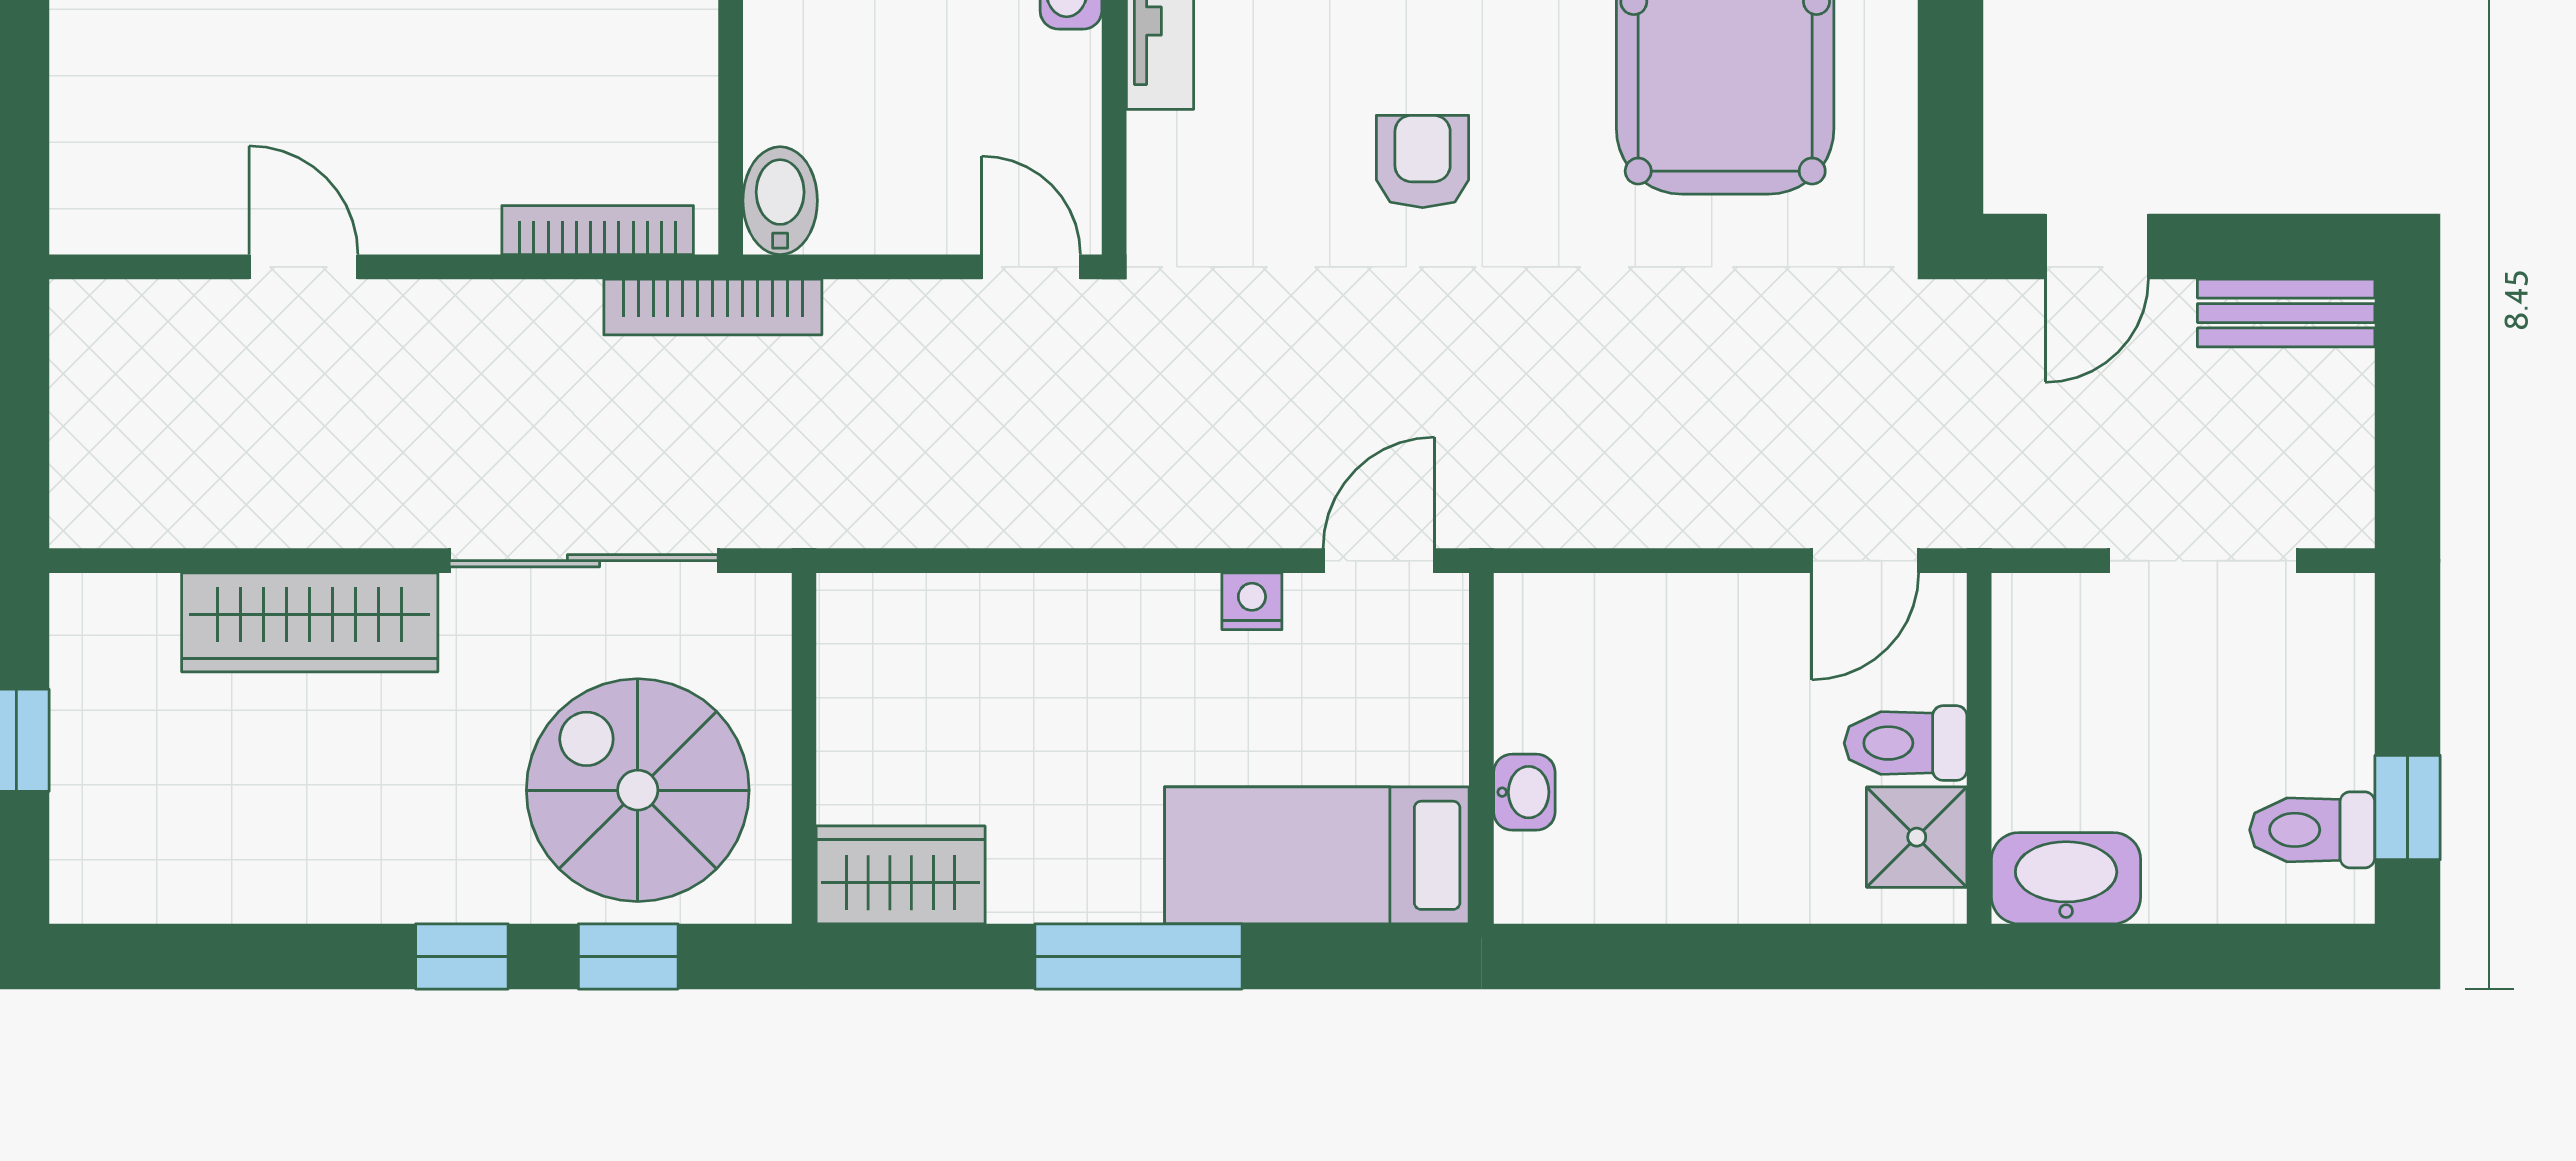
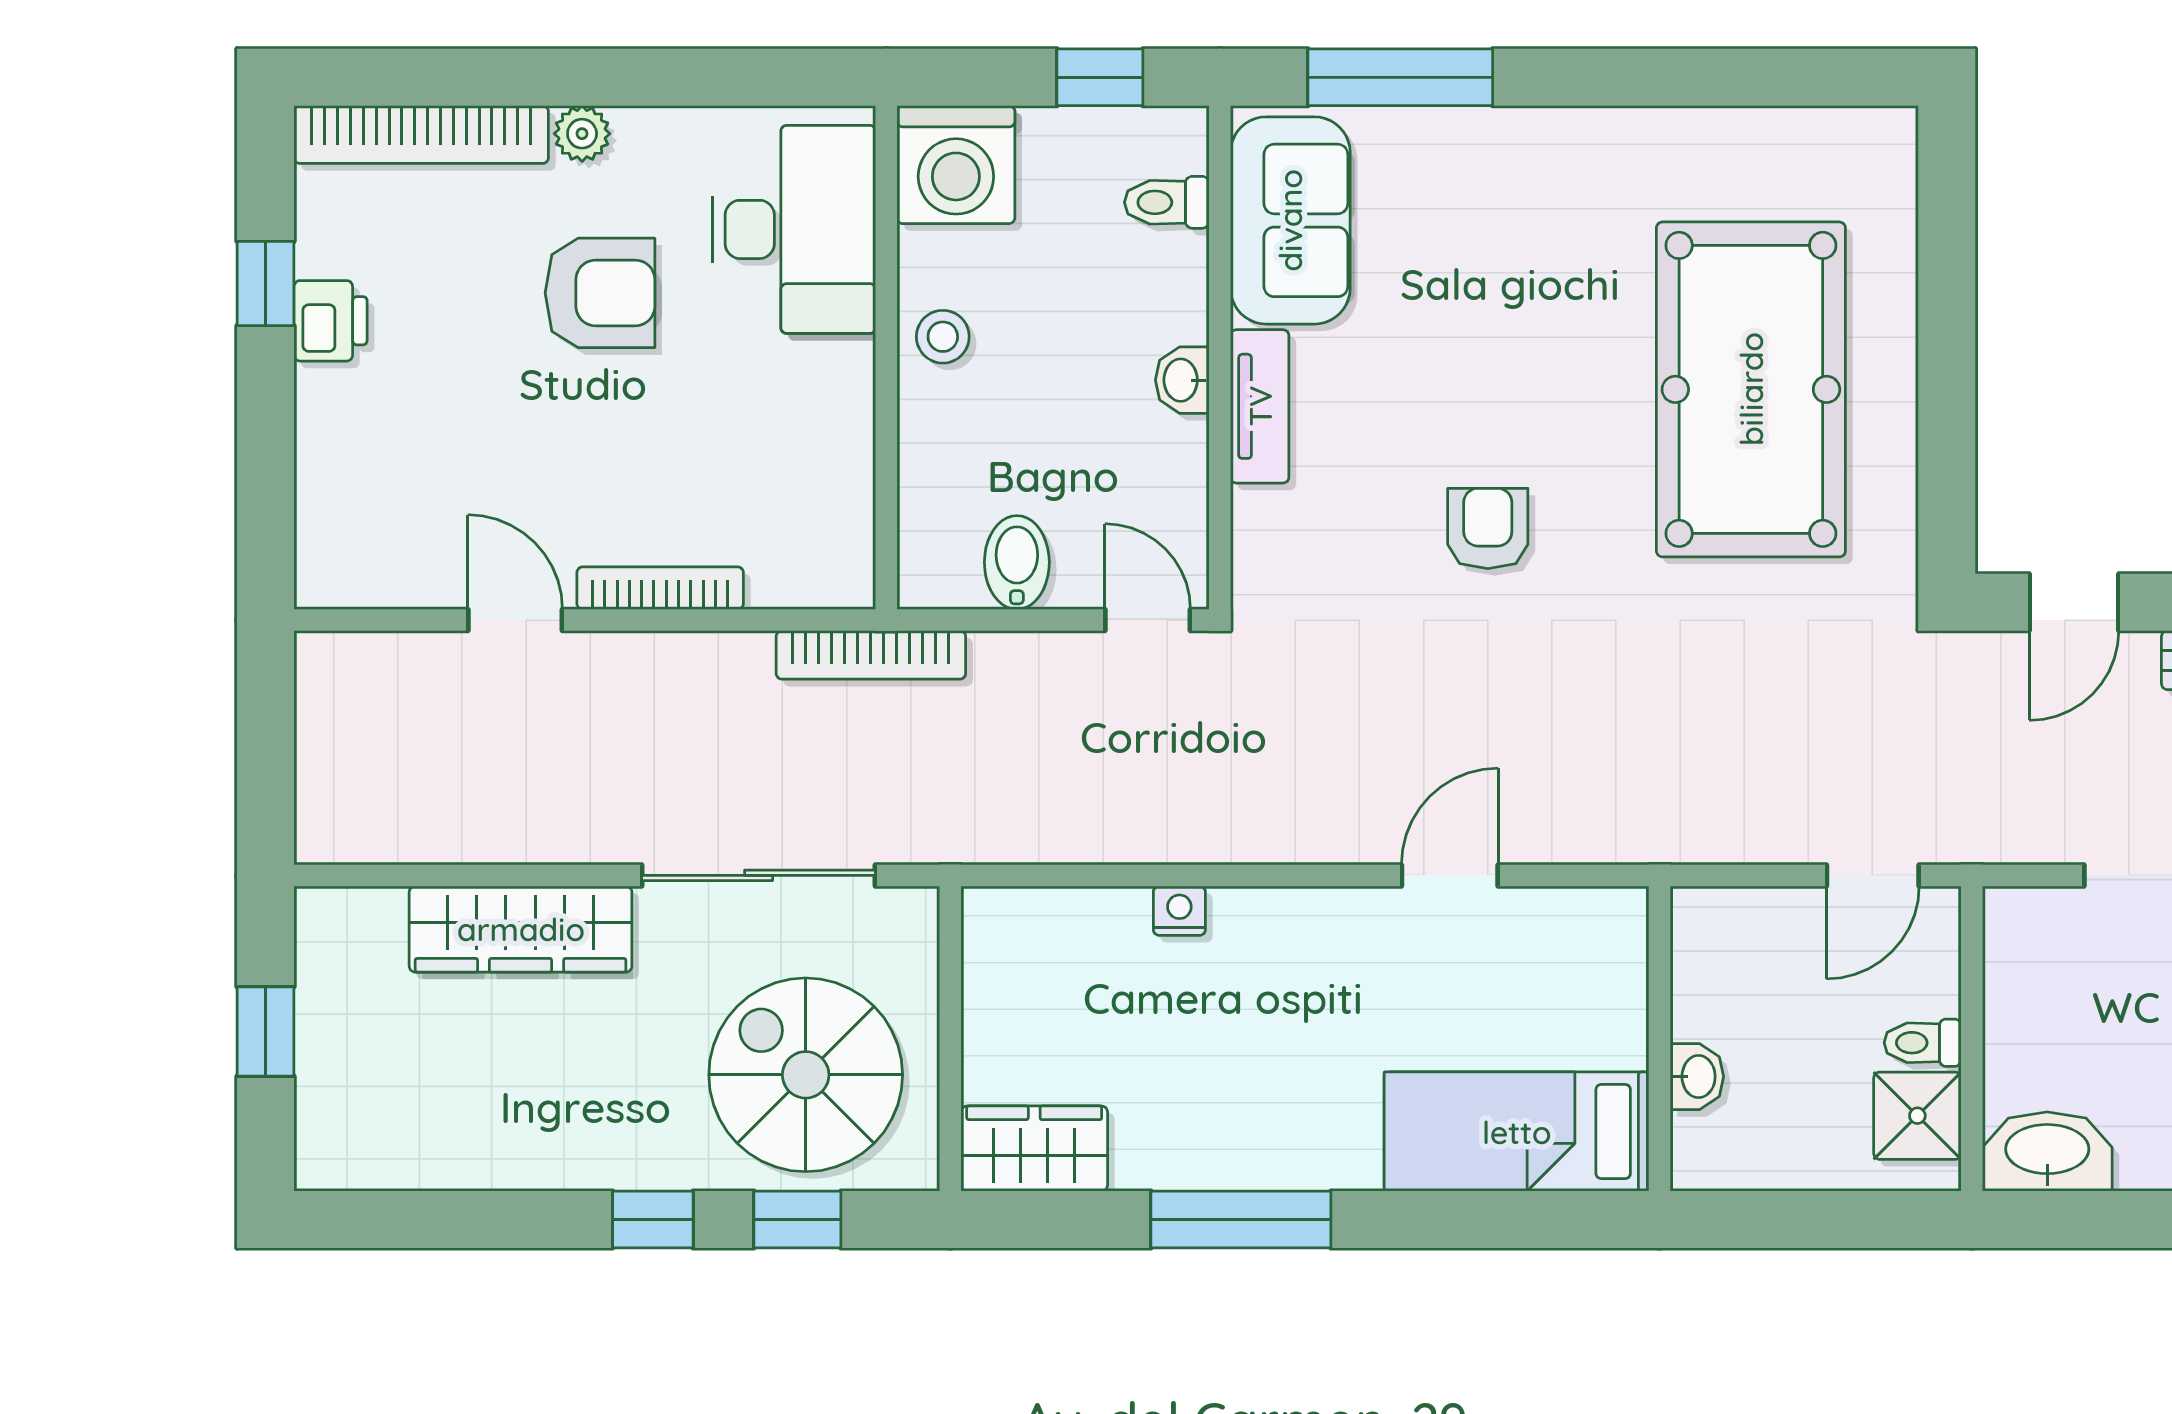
bidet: (780, 201) -> (1017, 562), moved
bookcase: (598, 230) -> (660, 588), moved
nightstand: (1252, 601) -> (1179, 911), moved
toilet: (1906, 743) -> (1923, 1043), width x0.73, depth x0.72
wall: (1481, 748) -> (1660, 1039), moved
washbasin: (1524, 792) -> (1697, 1077), moved
bed: (1317, 855) -> (1517, 1132), moved

